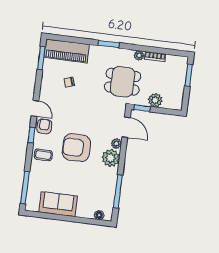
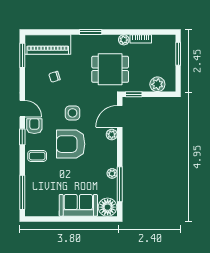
plant: (155, 100) -> (157, 84), moved
side table: (82, 118) -> (72, 113), added
door: (126, 127) -> (120, 116), swing flipped
plant: (111, 158) -> (112, 173), moved, width x0.53, depth x0.53
sofa: (58, 204) -> (78, 205), moved
floor lamp: (99, 215) -> (108, 207), width x1.89, depth x1.89

